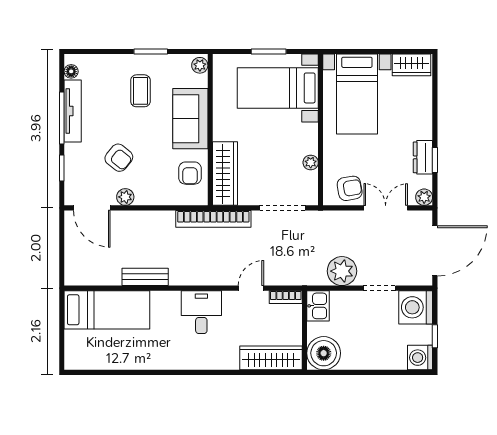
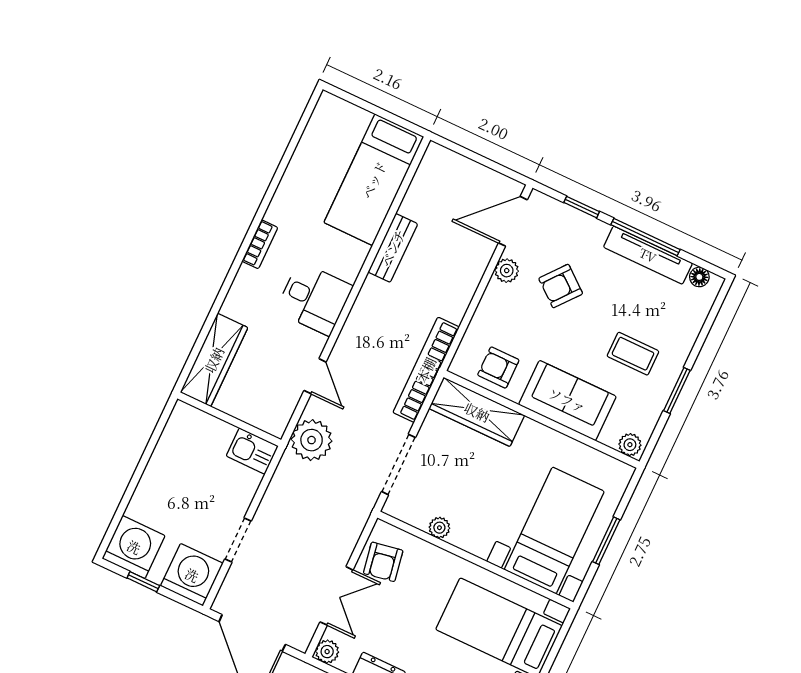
plant: (342, 271) -> (312, 440), moved
bookcase: (286, 297) -> (260, 244), moved, turned 180
boiler: (324, 353) -> (188, 430), removed
washing machine: (420, 358) -> (134, 547), width x1.37, depth x1.37

